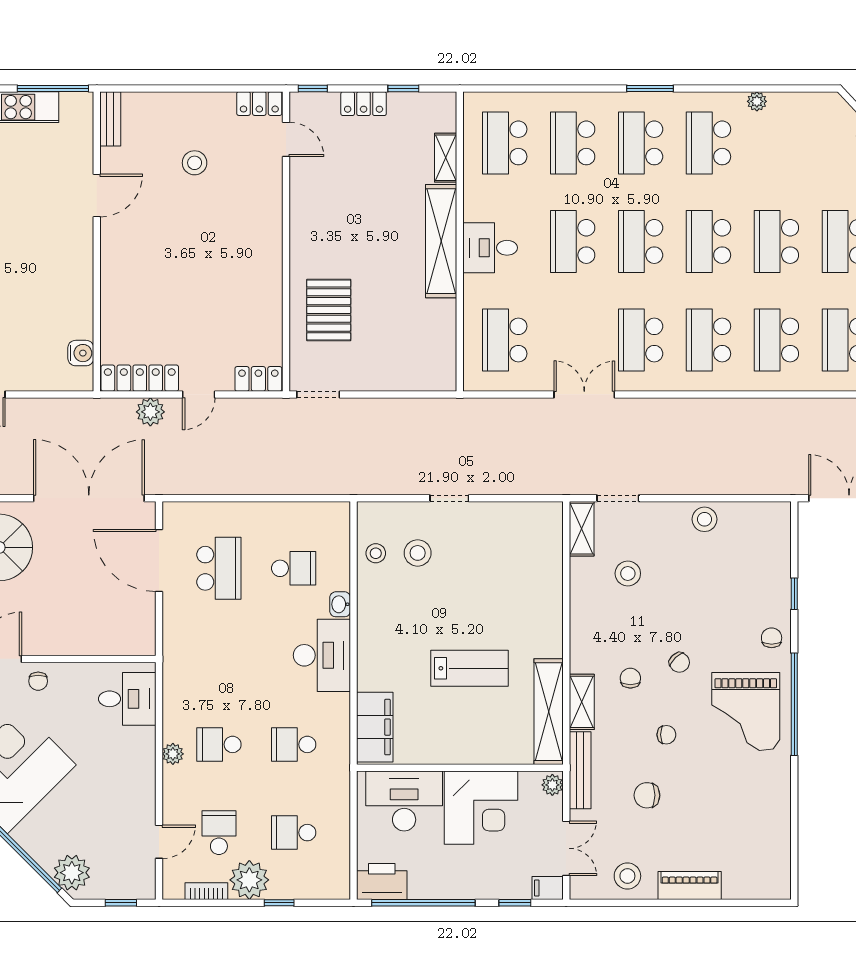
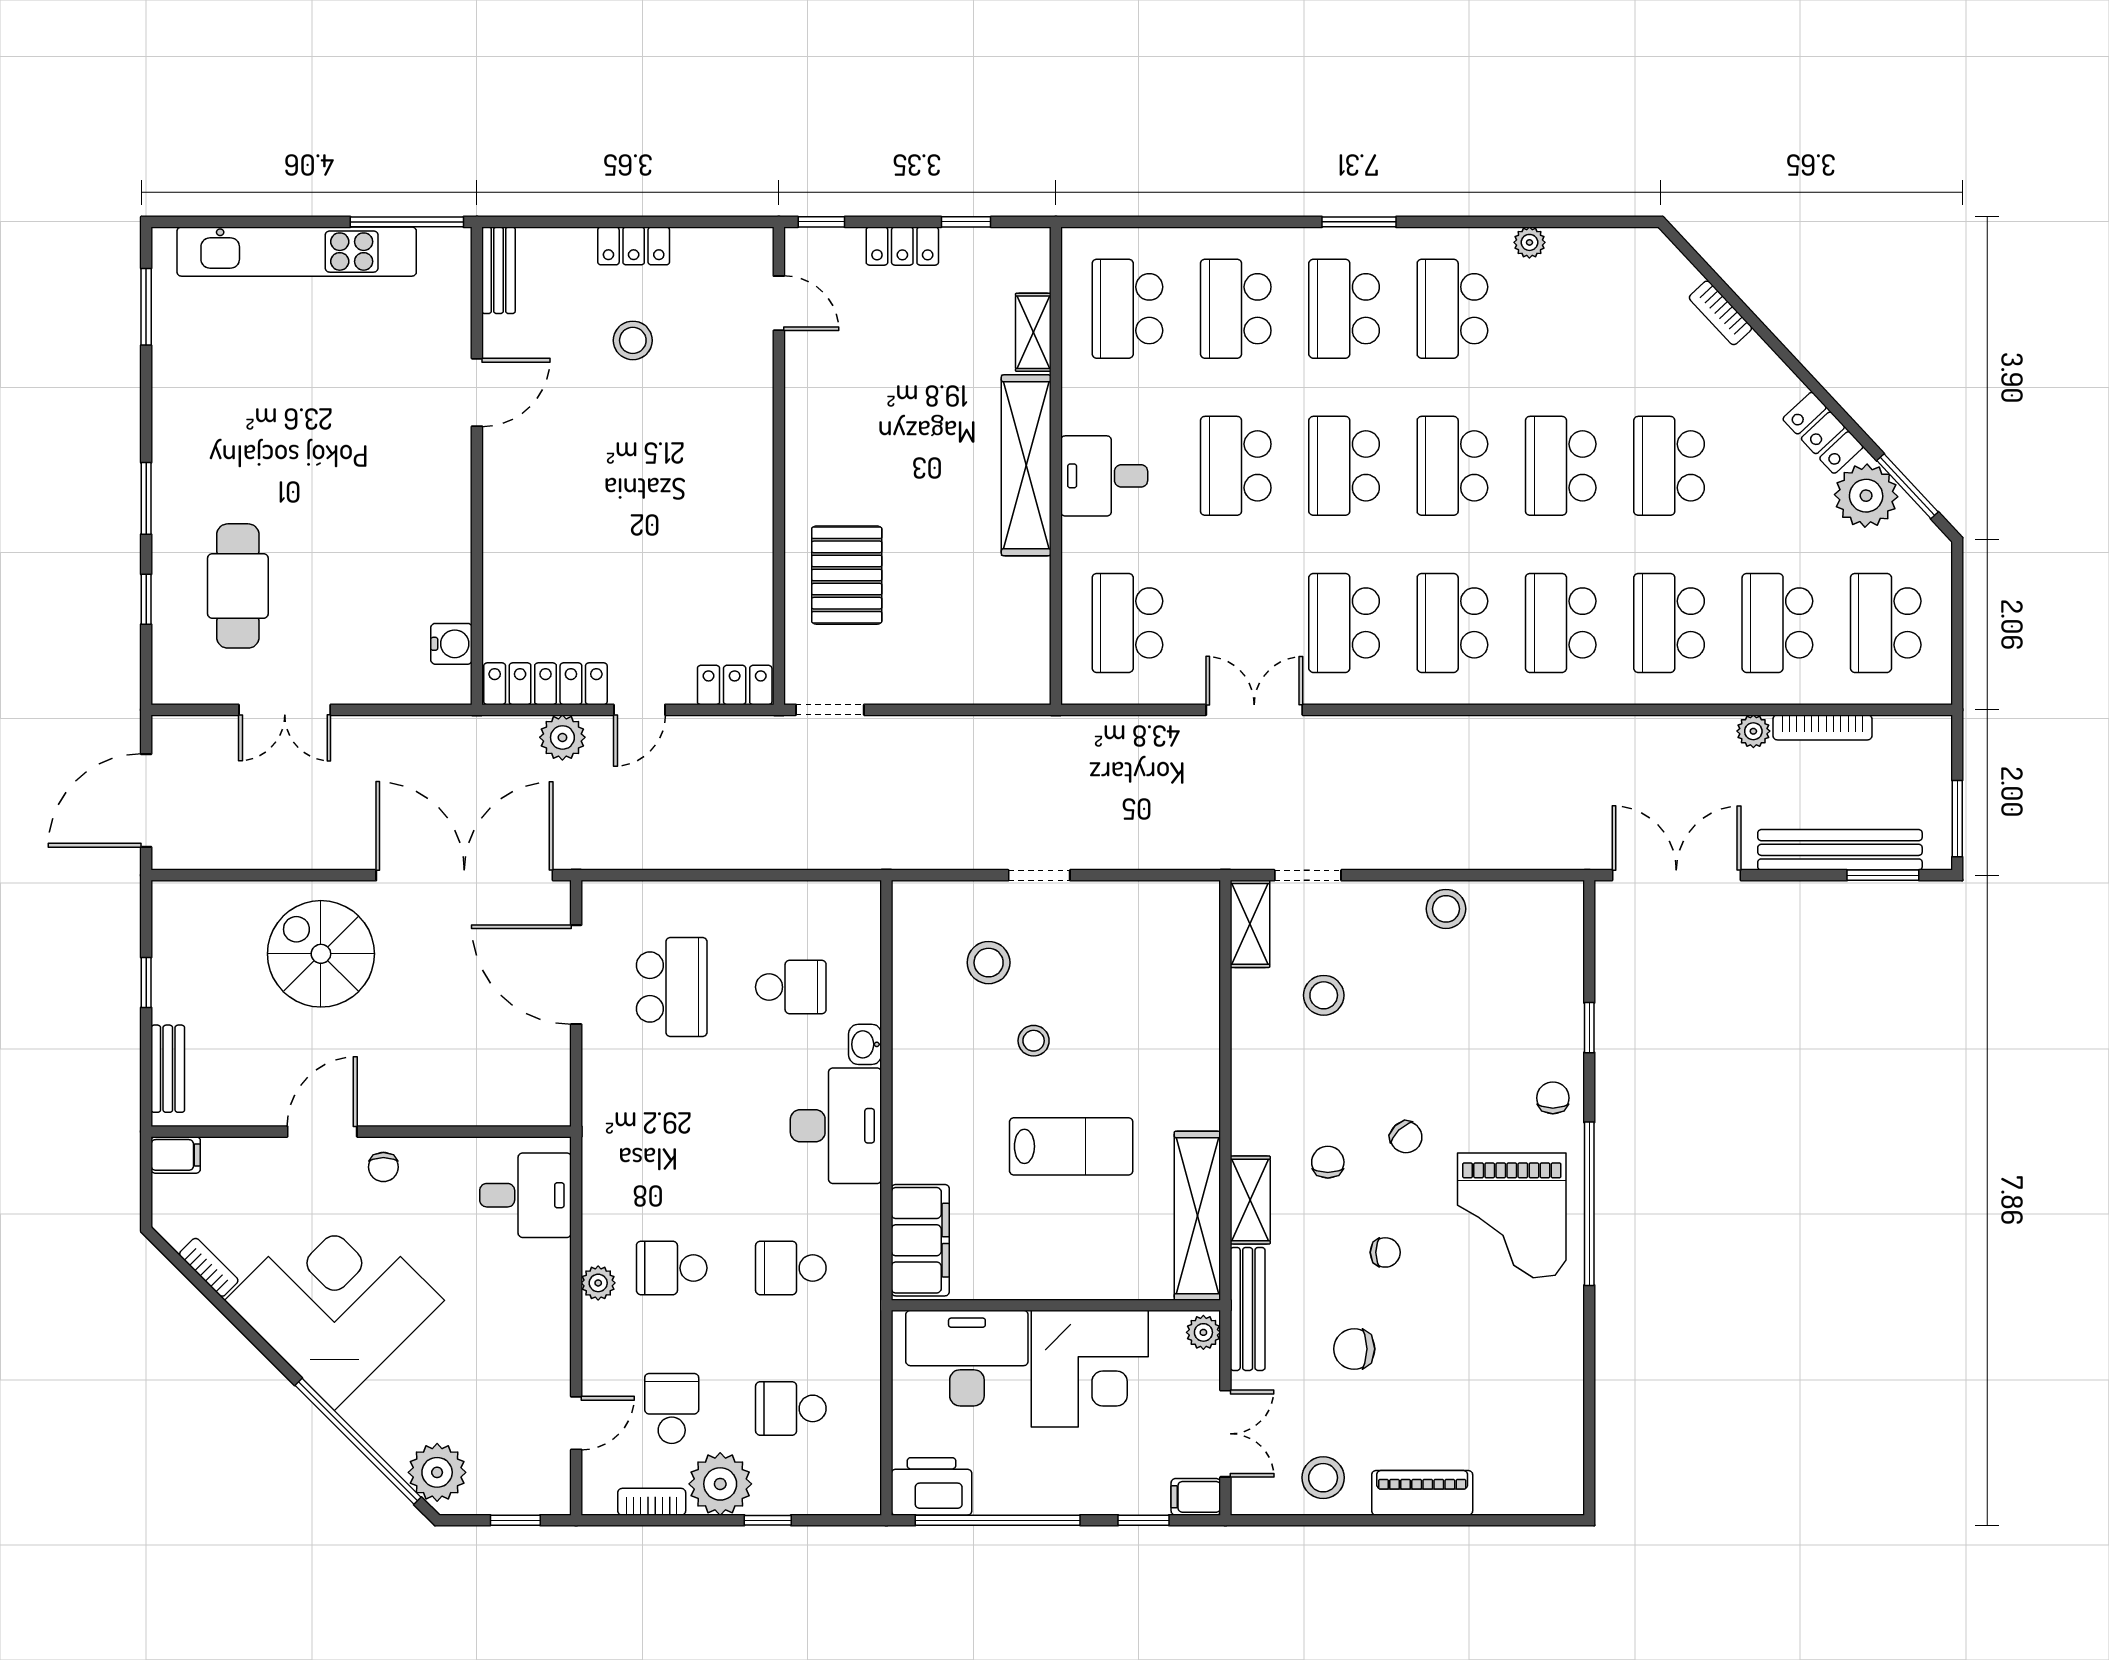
locker: (259, 104) -> (634, 246), moved
stool: (376, 553) -> (1034, 1041), moved

